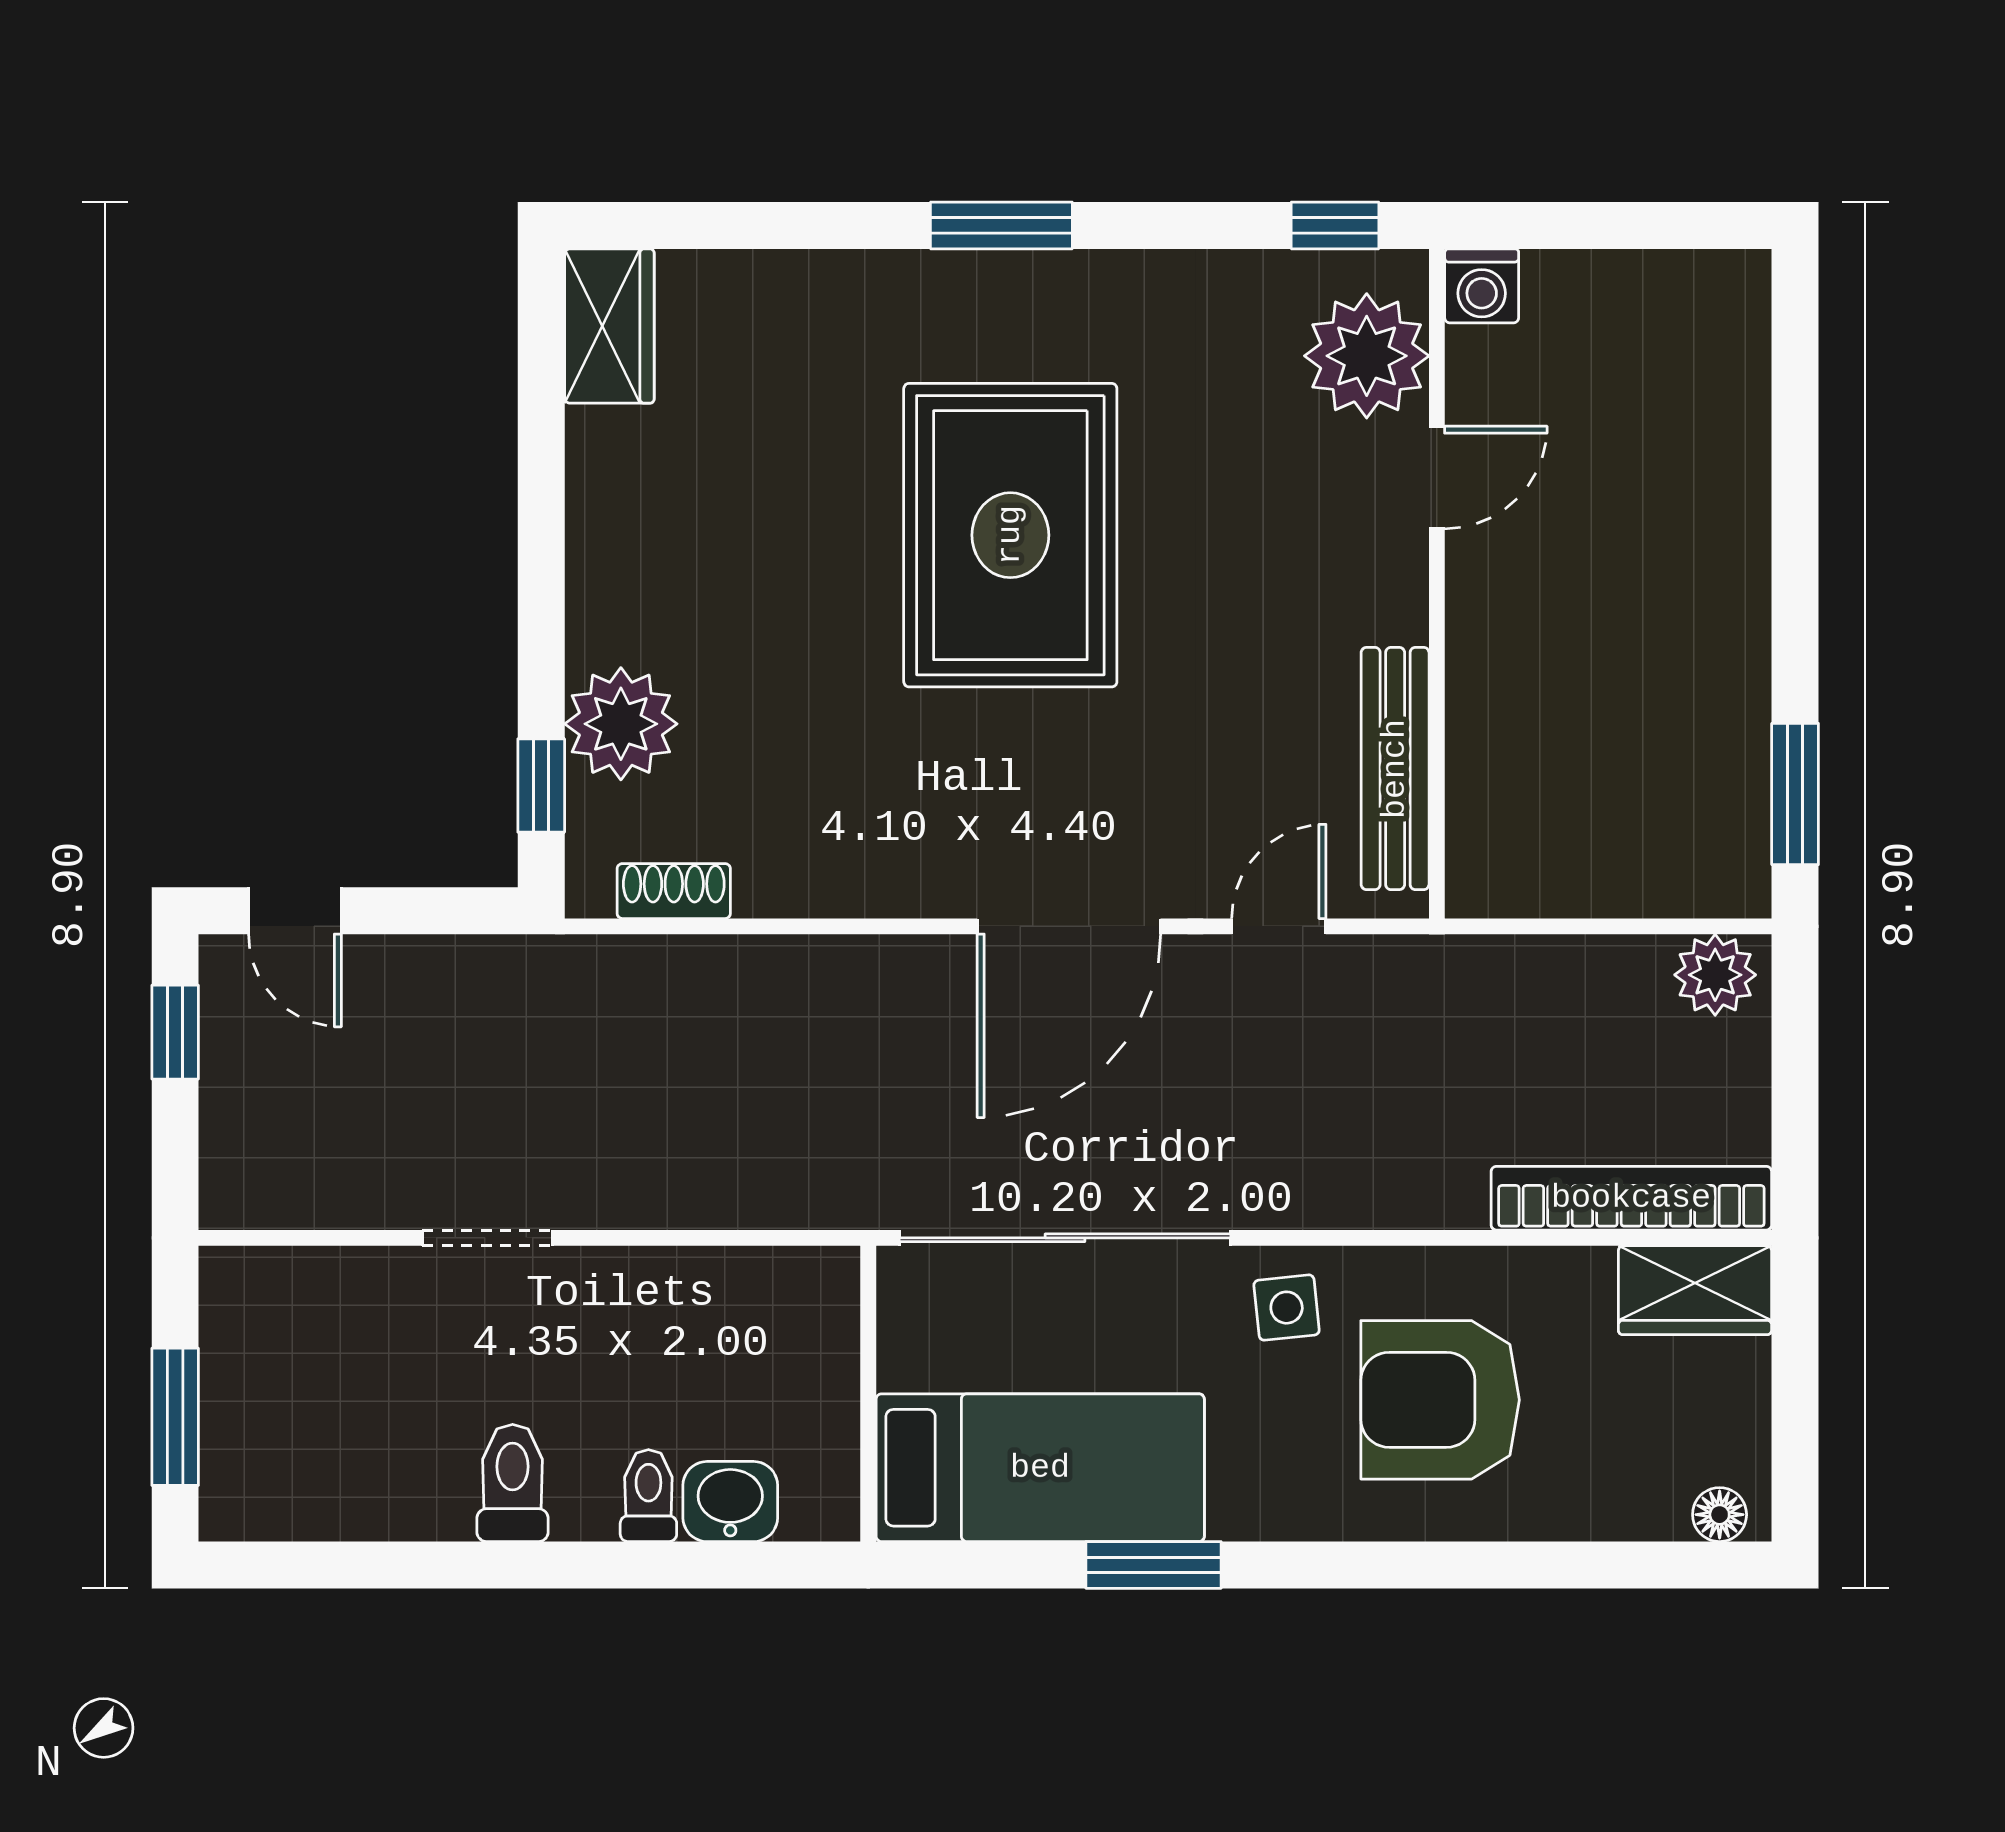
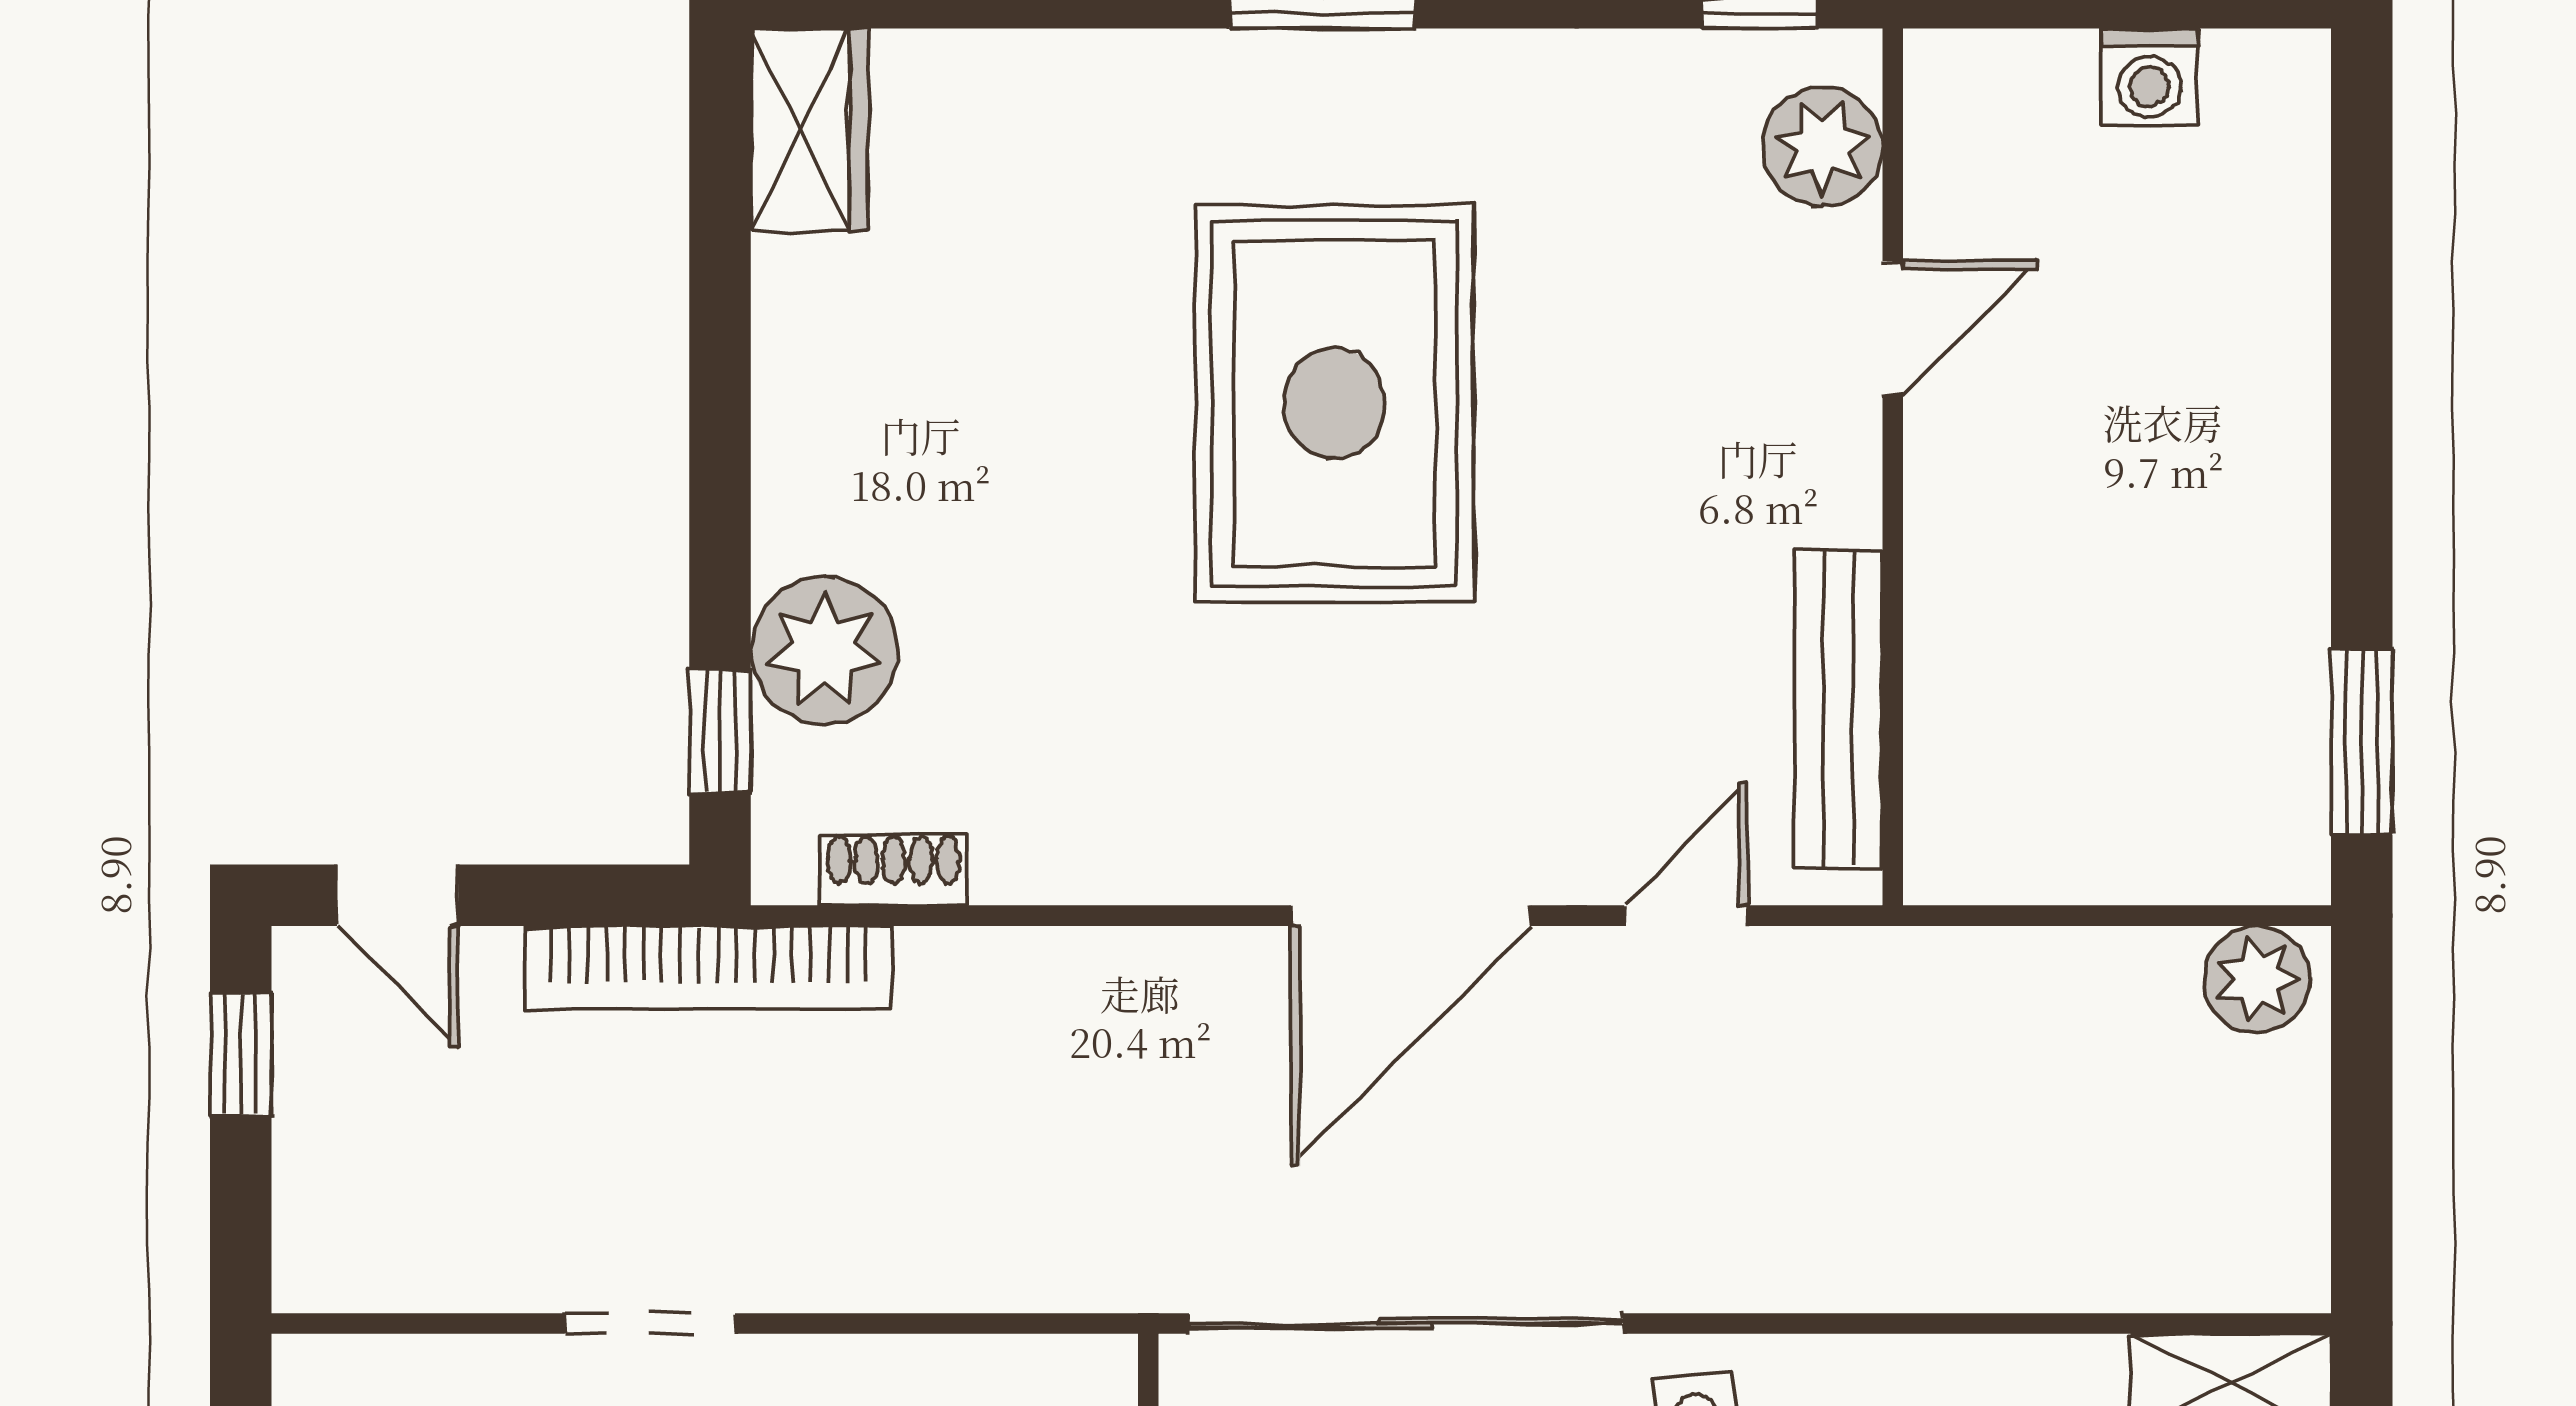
washing machine: (1482, 286) -> (2150, 77), moved
plant: (1367, 356) -> (1823, 147), width x0.73, depth x0.73
bookcase: (1631, 1198) -> (709, 968), moved, turned 180

